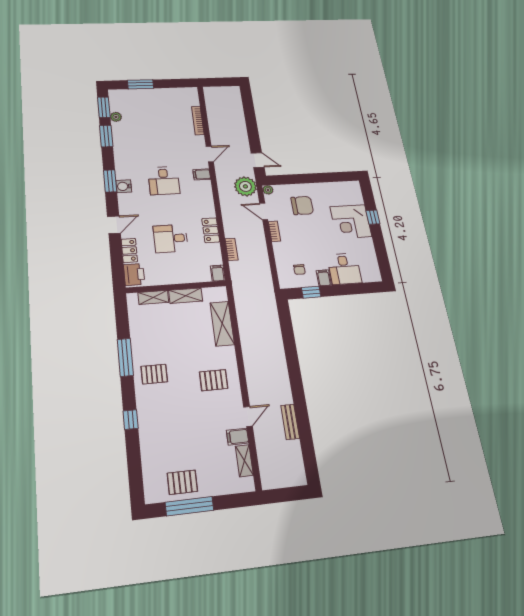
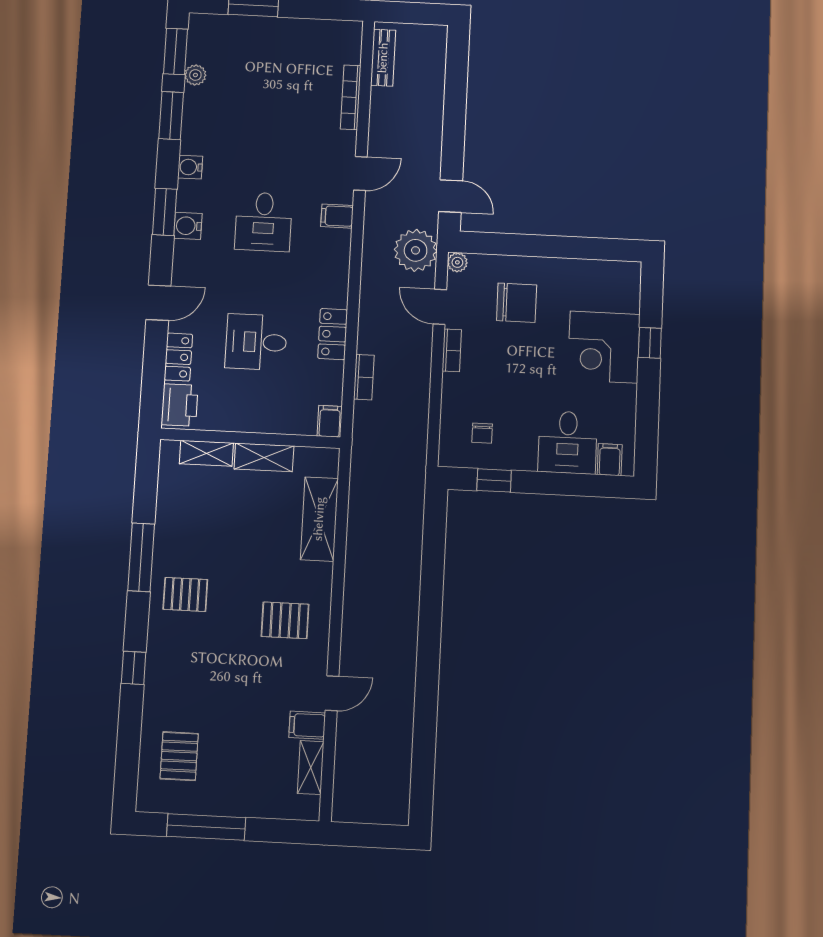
water cooler: (120, 159) -> (190, 167), added
filing cabinet: (324, 278) -> (610, 460), moved
bench: (290, 422) -> (383, 58), moved
pallet: (182, 482) -> (179, 756), moved, turned 90

